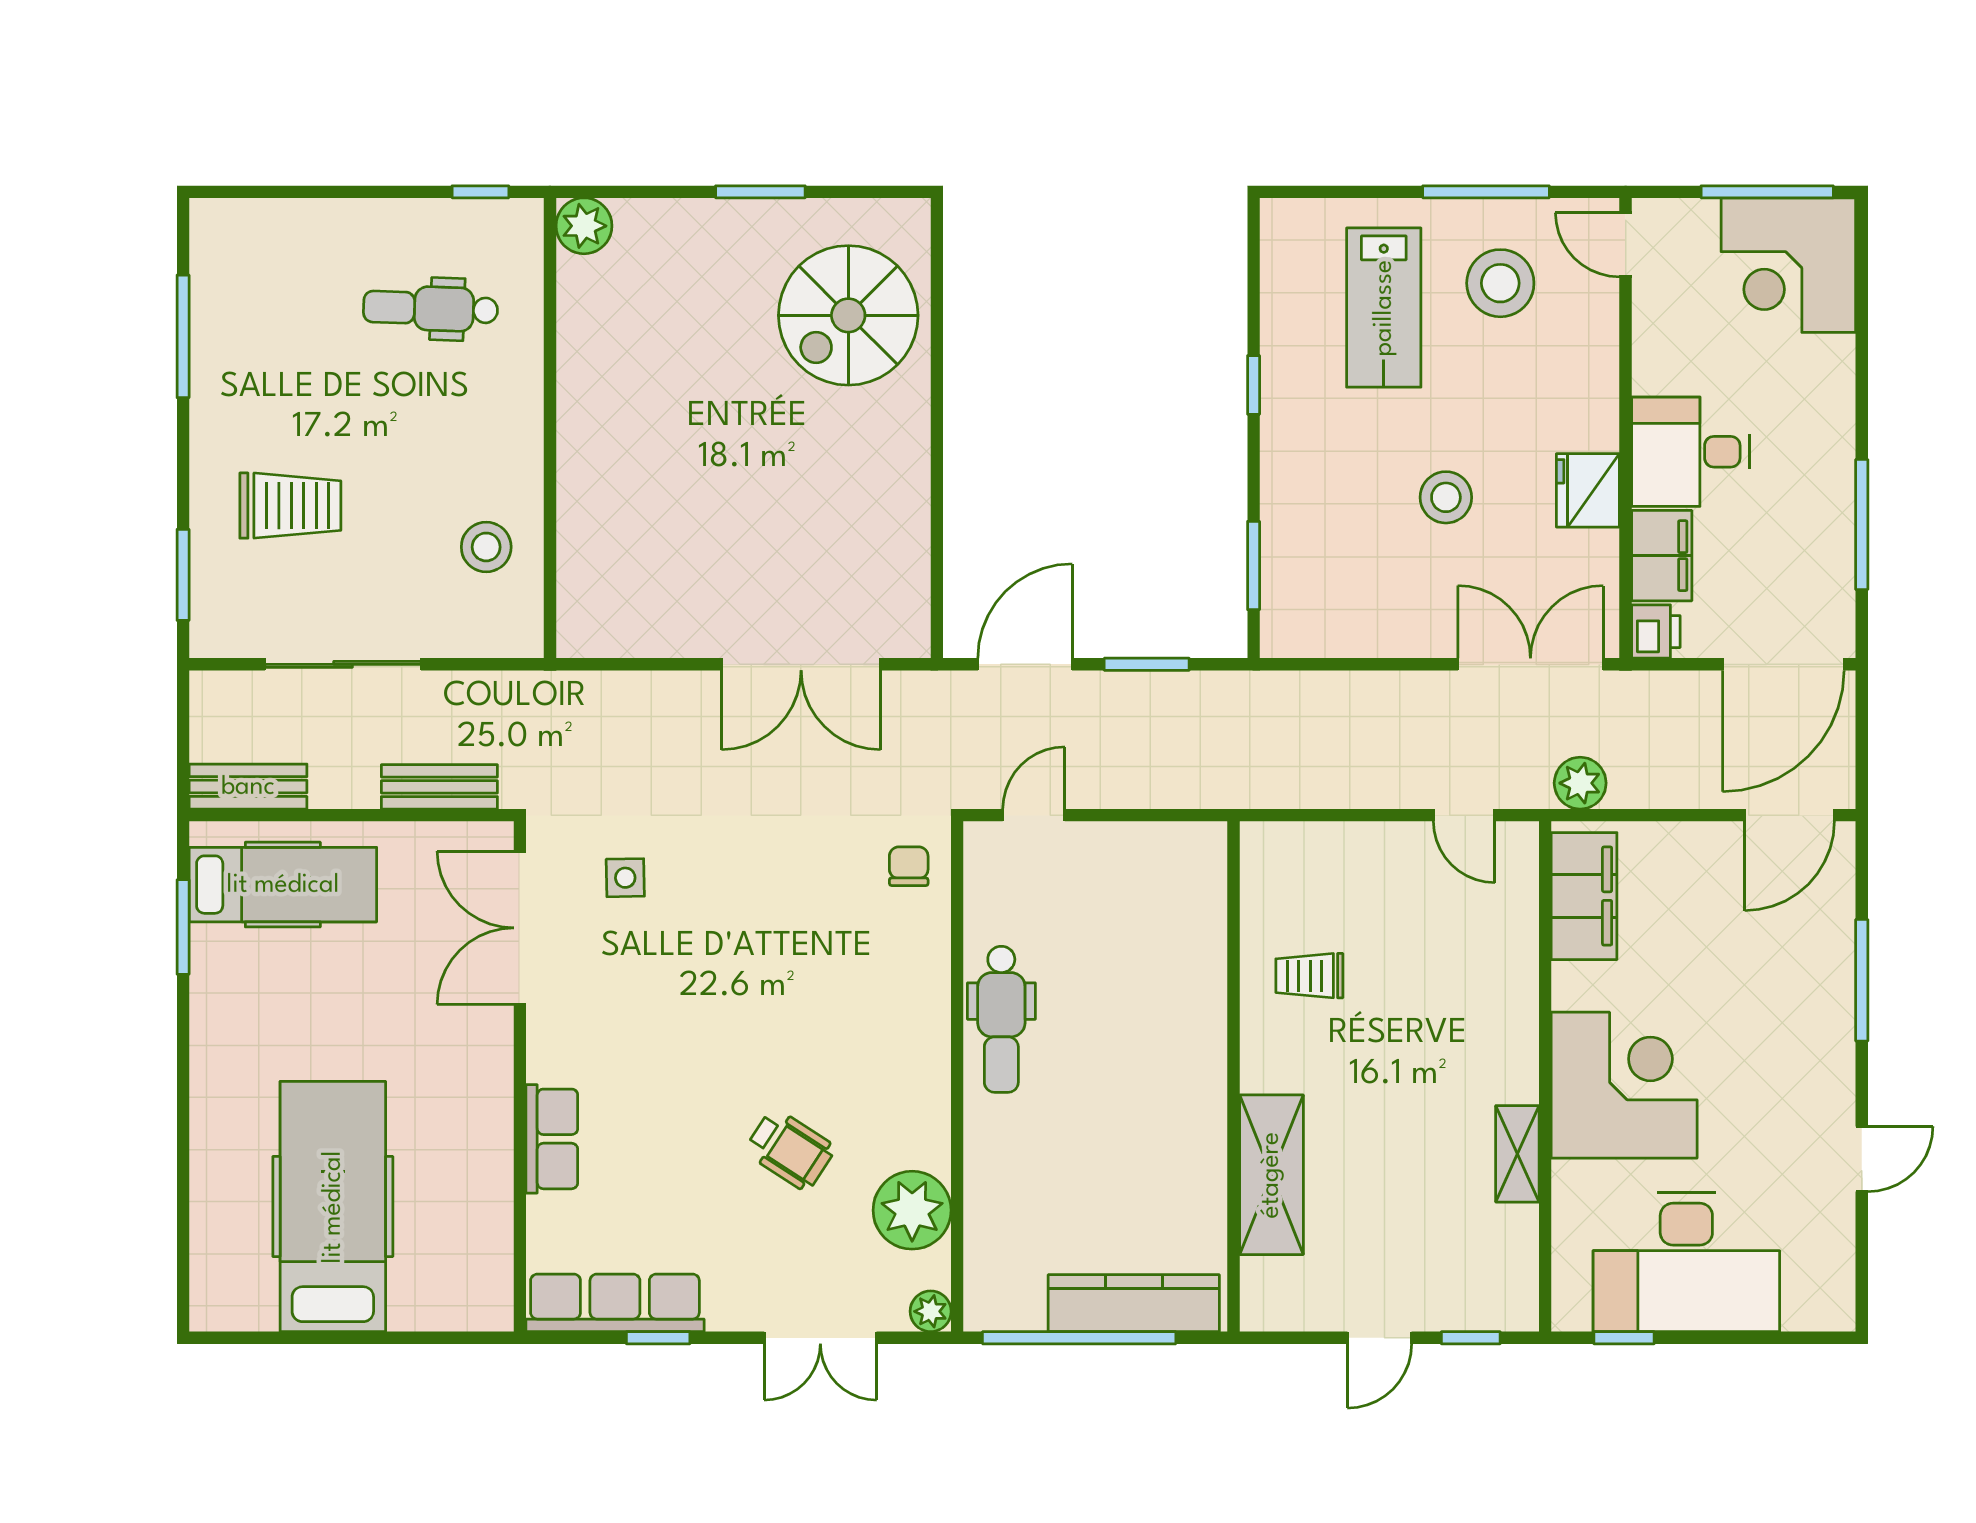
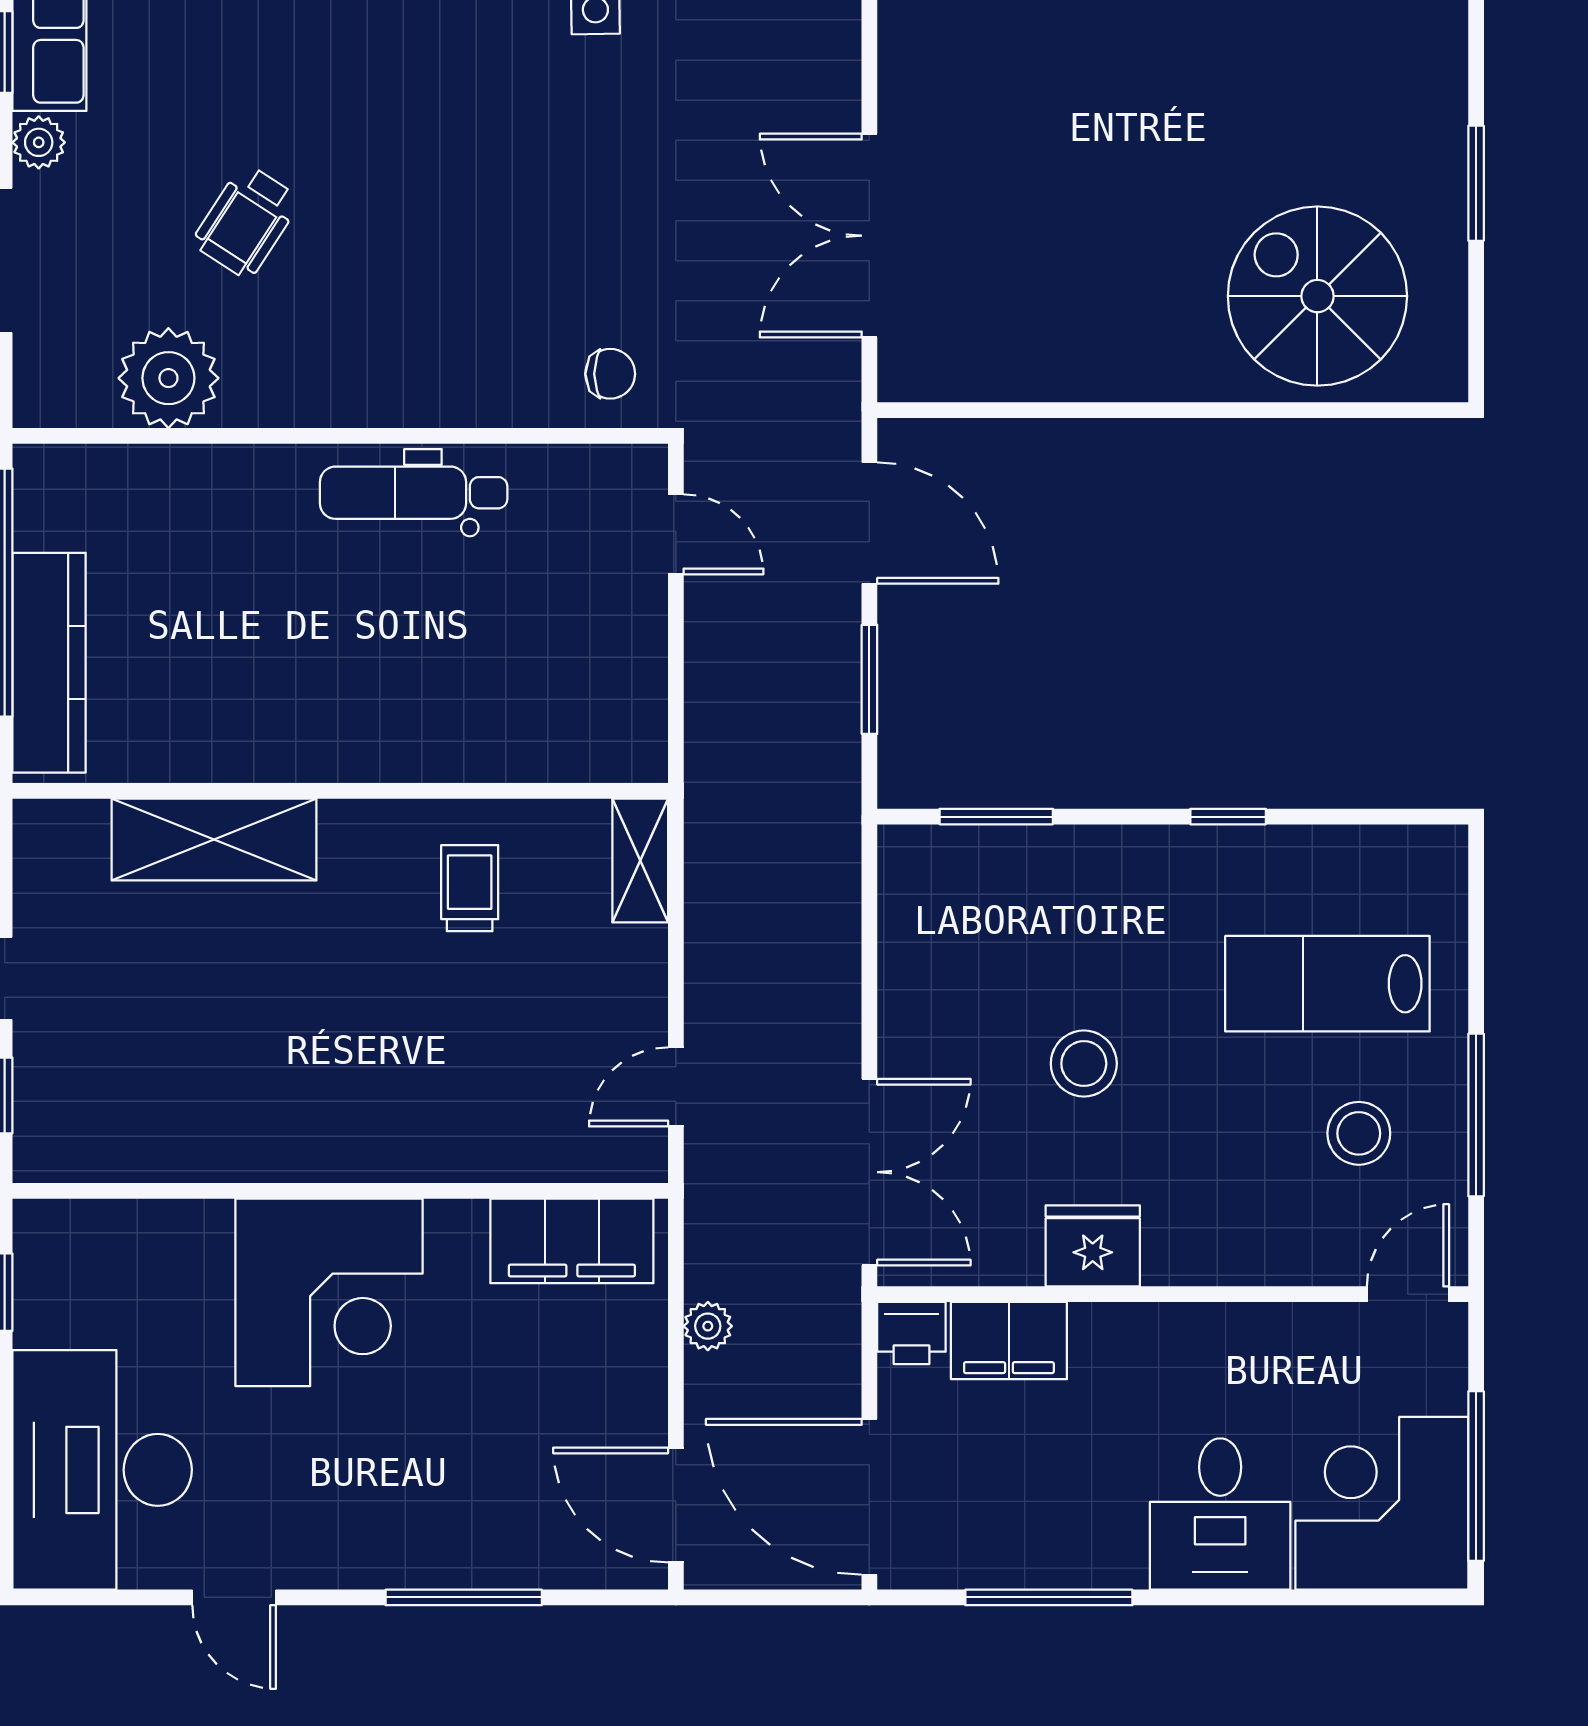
stool: (1500, 283) -> (1359, 1133), width x0.73, depth x0.73
desk: (1690, 452) -> (1220, 1514), moved, turned 180
plant: (1580, 783) -> (708, 1326), moved, width x0.73, depth x0.73
shelving: (1517, 1154) -> (640, 860), moved, turned 90
desk: (1686, 1262) -> (102, 1470), moved
plant: (931, 1311) -> (39, 142), moved

